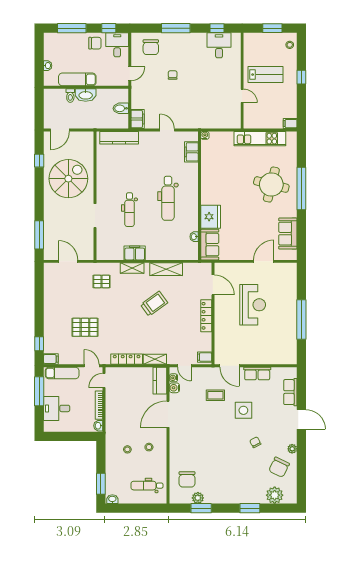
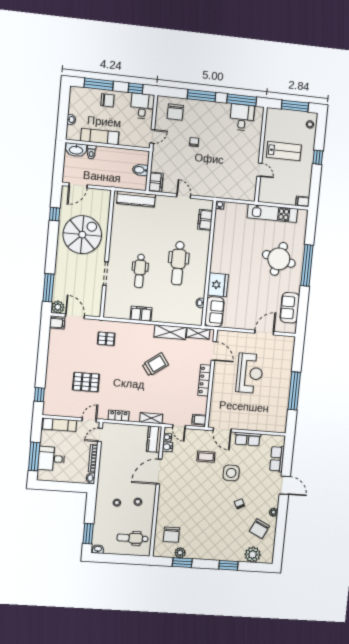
window: (217, 28) -> (242, 100), width x2.17
window: (272, 28) -> (295, 106), width x1.44
chair: (95, 43) -> (107, 100), moved
washbasin: (86, 95) -> (76, 150), moved
plant: (50, 254) -> (58, 307), added
shelving: (132, 268) -> (198, 333), moved
filing cabinet: (51, 359) -> (57, 323), moved
locker: (127, 359) -> (119, 416), width x0.66
door: (92, 366) -> (89, 420), hinge flipped
window: (39, 391) -> (34, 457), moved

